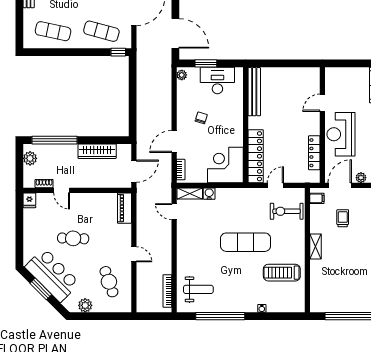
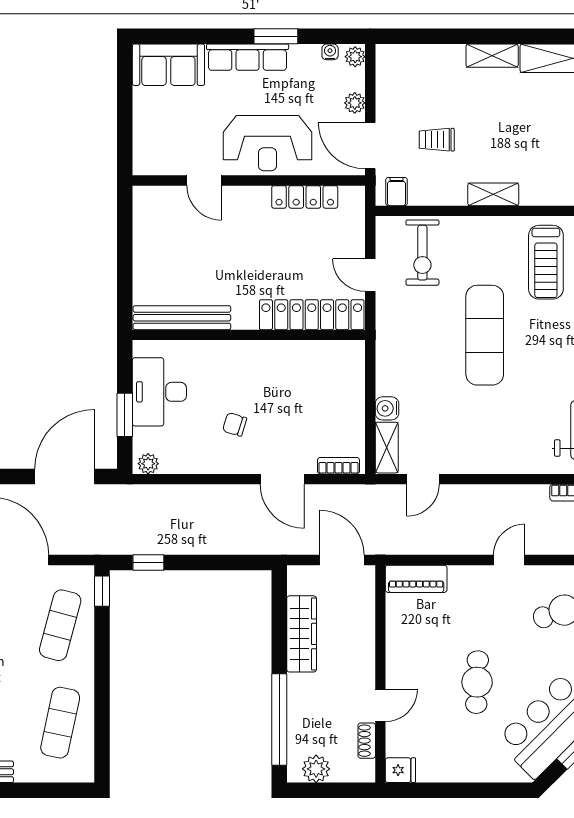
window: (133, 75) -> (148, 563), added
corner desk: (225, 165) -> (329, 376), removed

